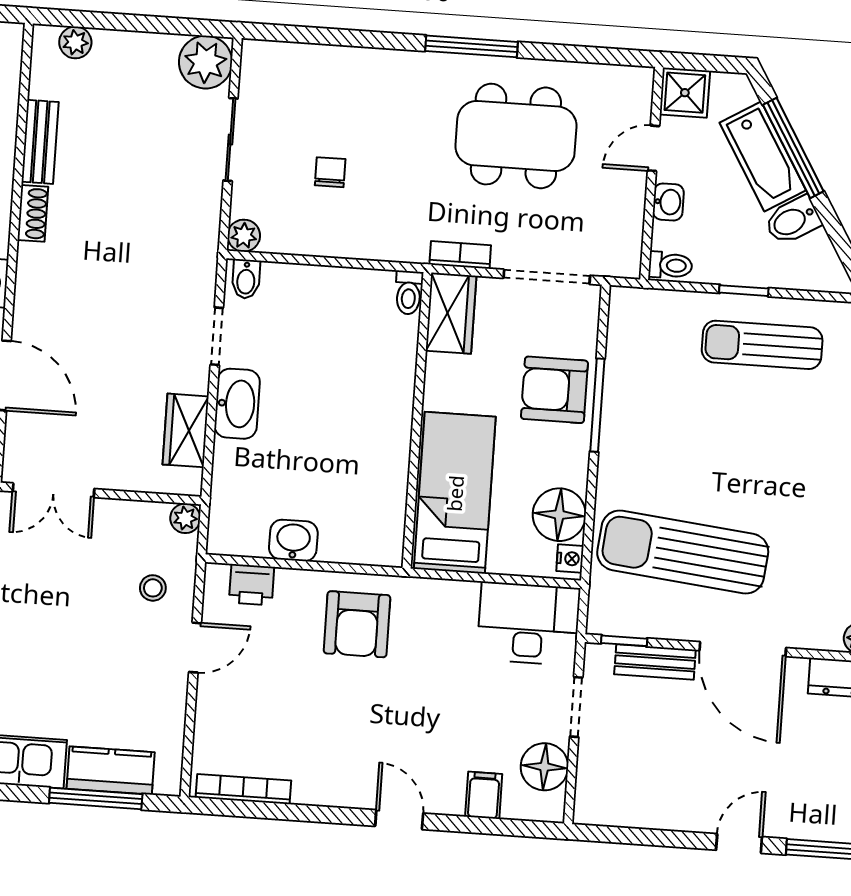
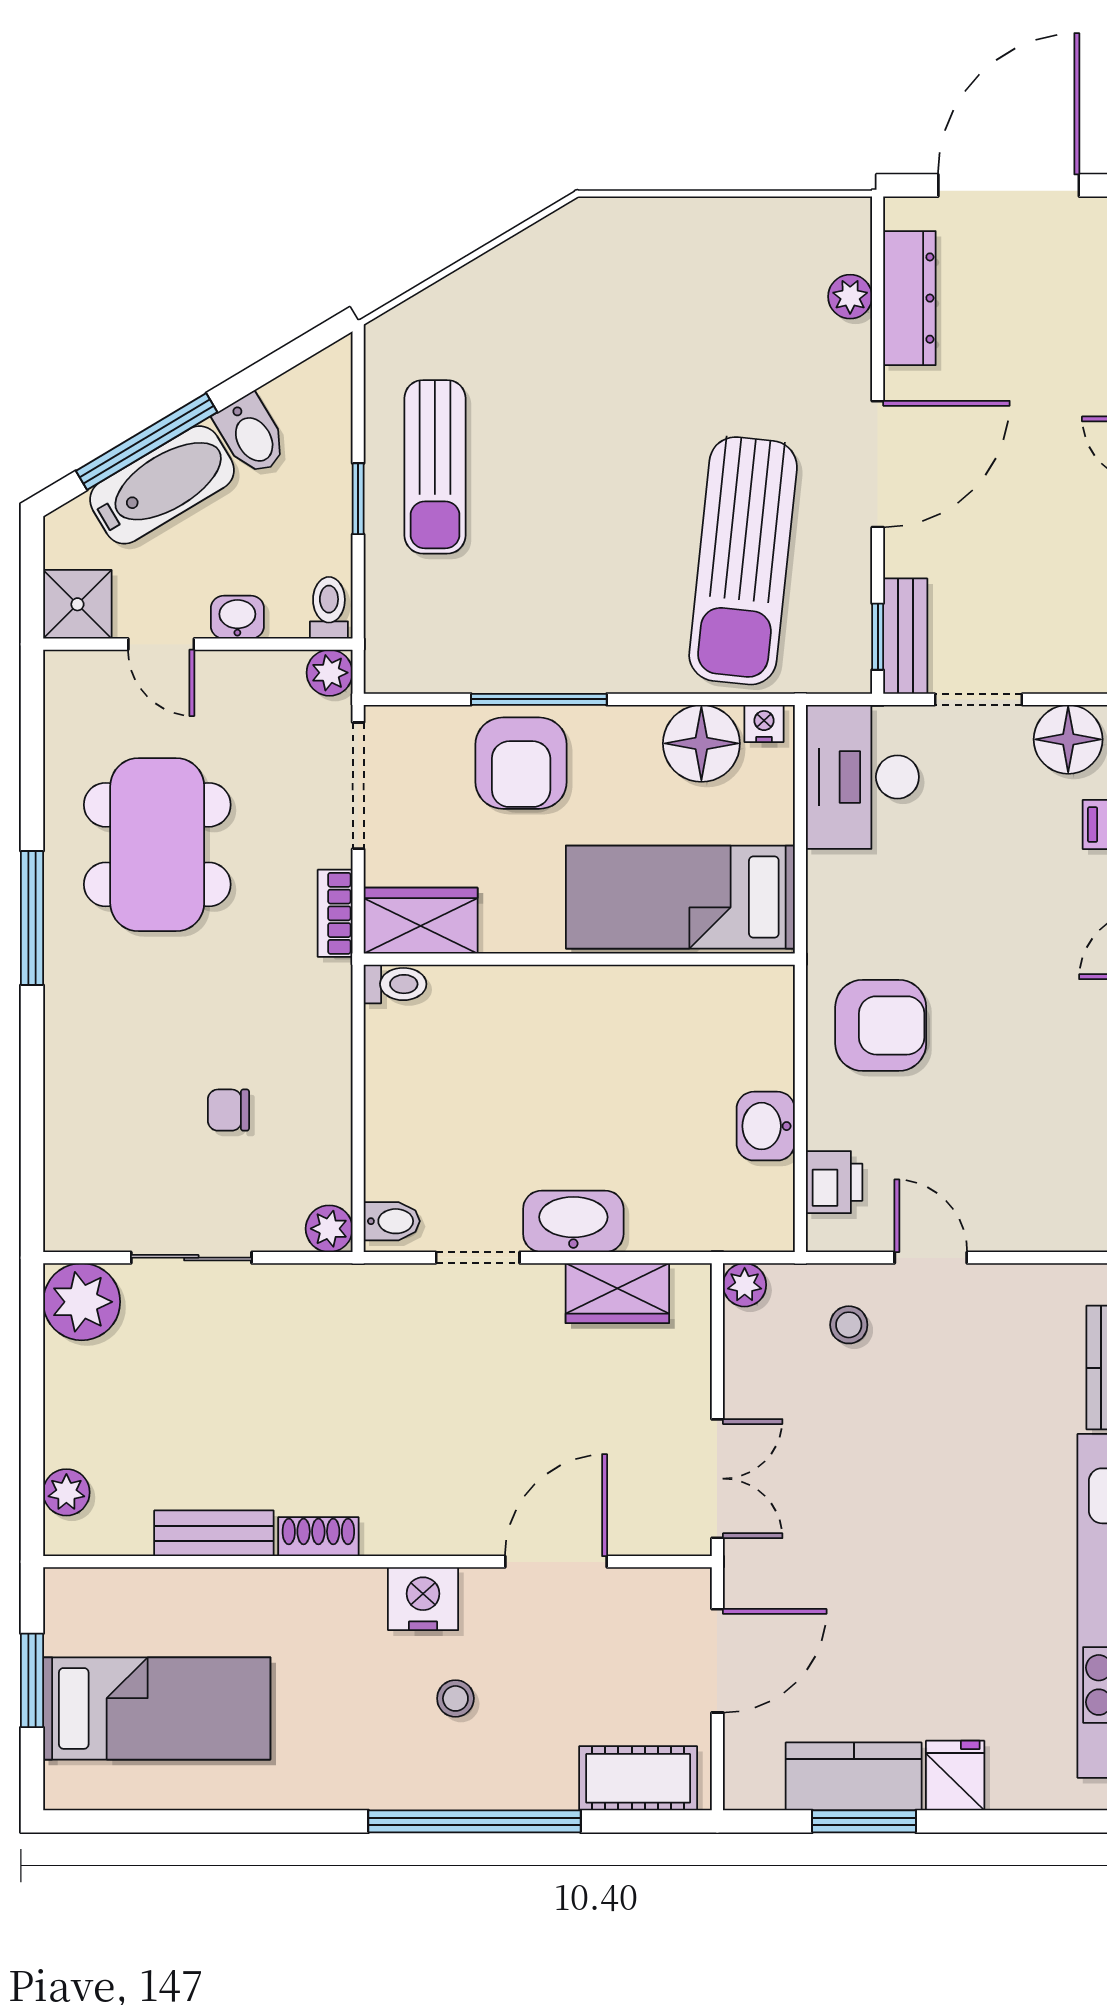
plant: (626, 263) -> (330, 673), added
bench: (655, 662) -> (905, 636), moved

